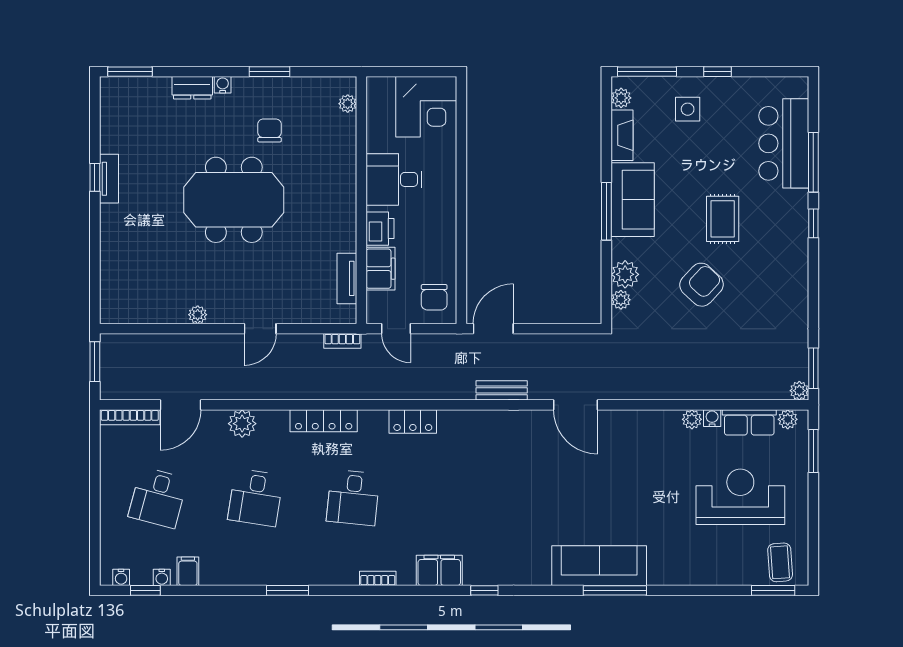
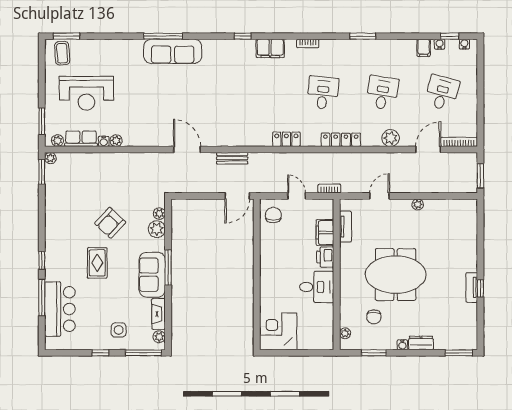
plant: (348, 104) -> (345, 333), moved
desk: (394, 179) -> (317, 287), moved
wall: (361, 200) -> (337, 274), moved
printer: (380, 229) -> (325, 257), moved
filing cabinet: (381, 269) -> (325, 233), moved
tv unit: (347, 278) -> (345, 227), moved

